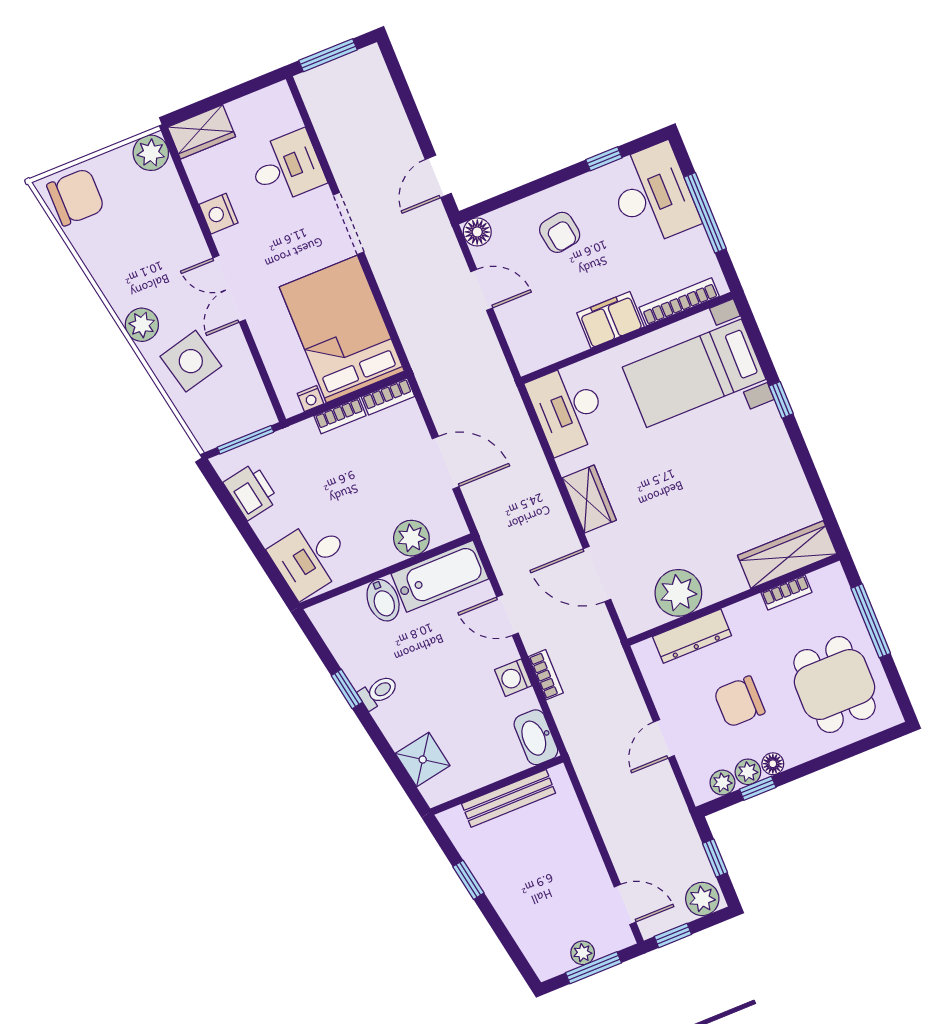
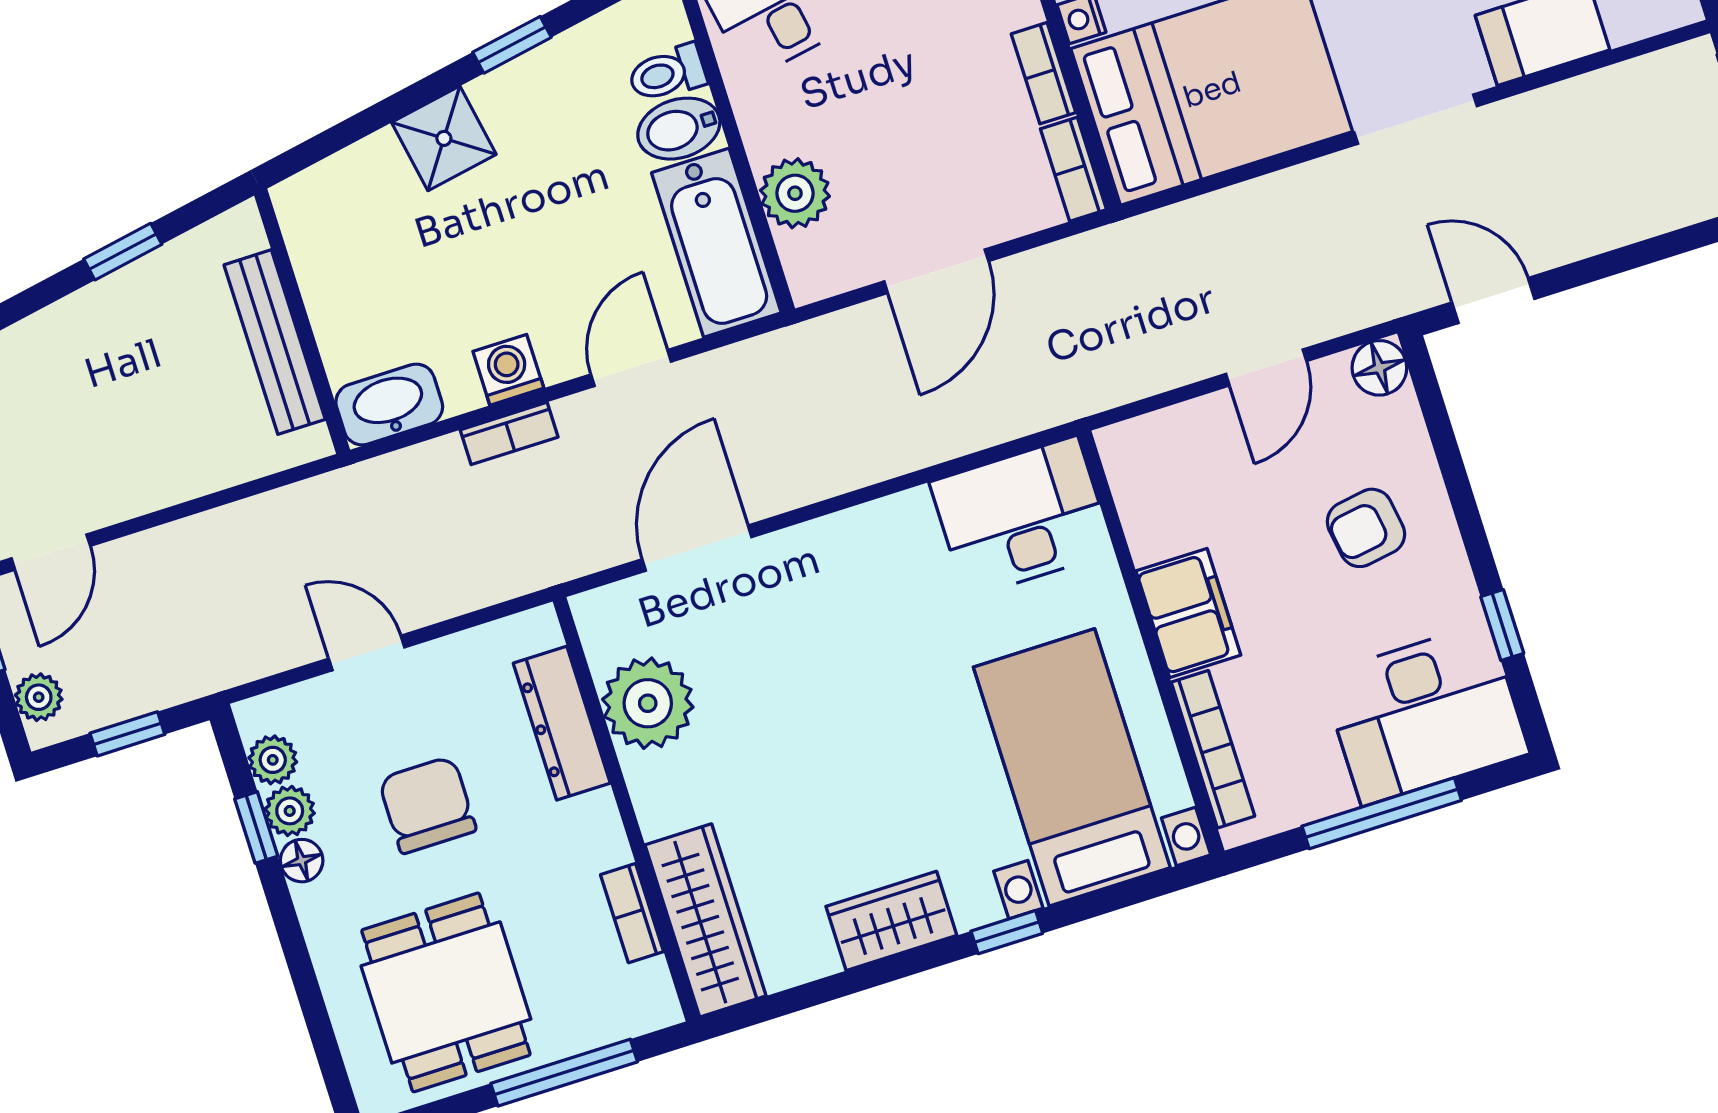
wardrobe: (589, 499) -> (891, 921), moved, turned 180
dining table: (834, 685) -> (446, 992), turned 90
toilet: (378, 692) -> (667, 73), moved, turned 100
shower: (423, 759) -> (444, 138), moved
plant: (702, 899) -> (39, 697), width x0.73, depth x0.73

